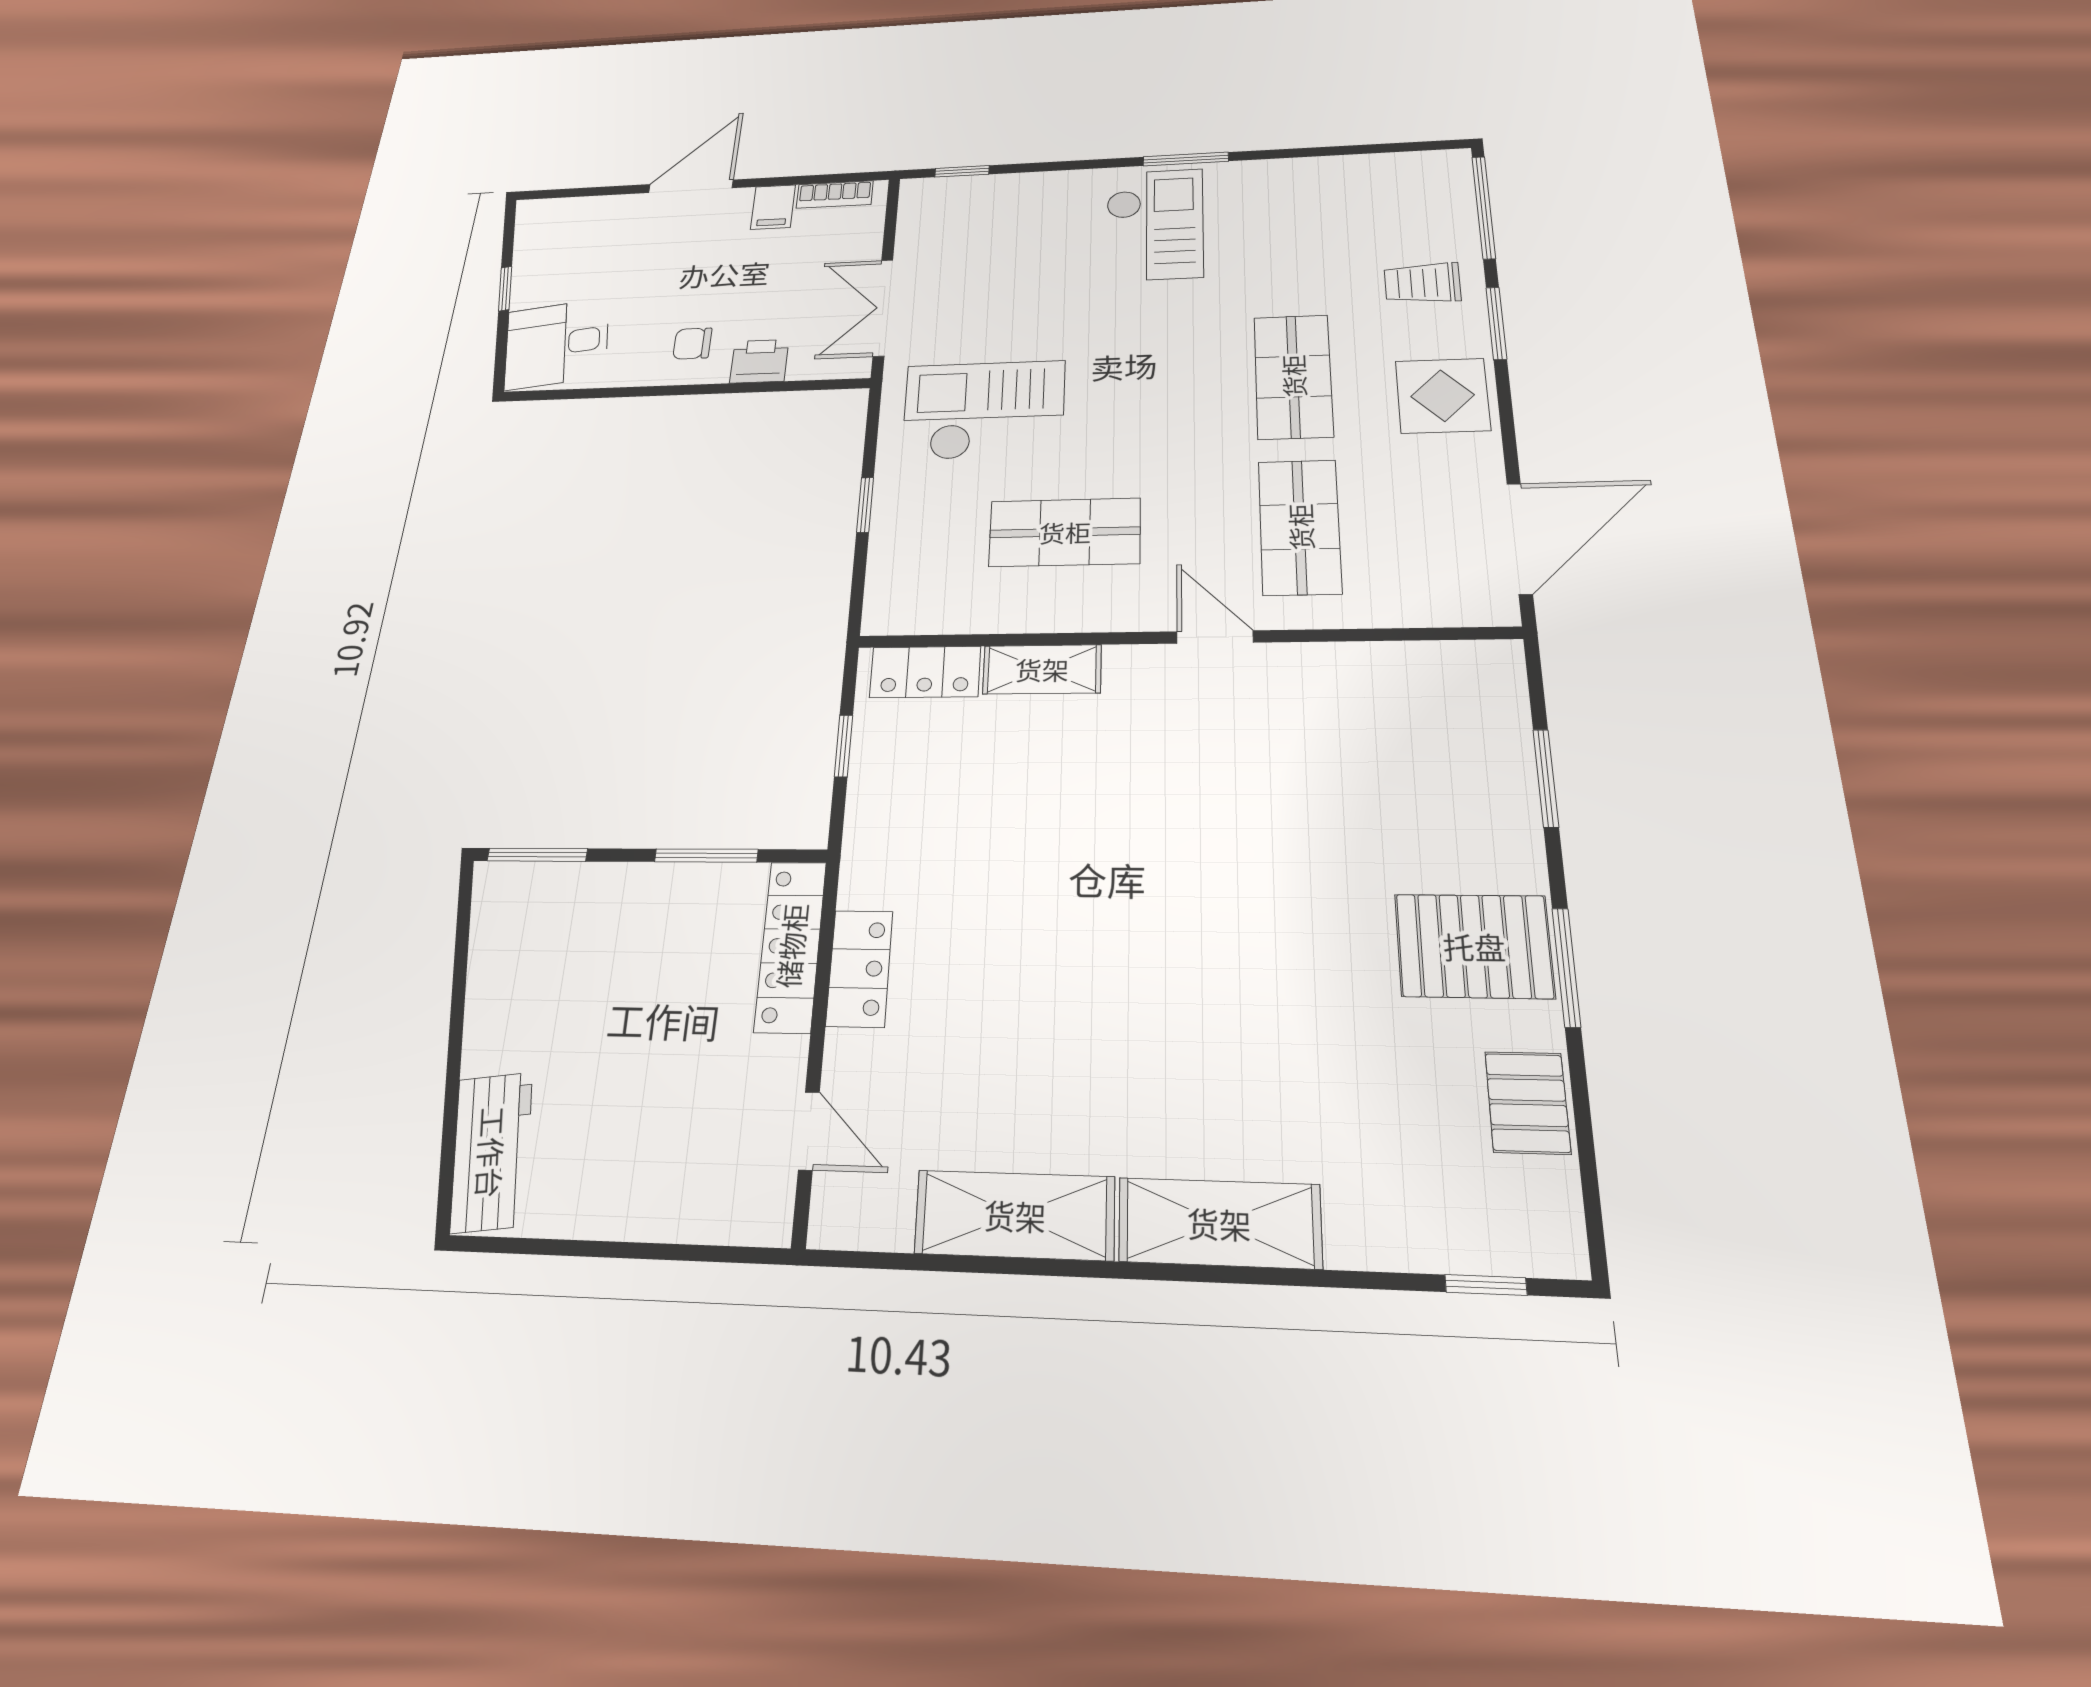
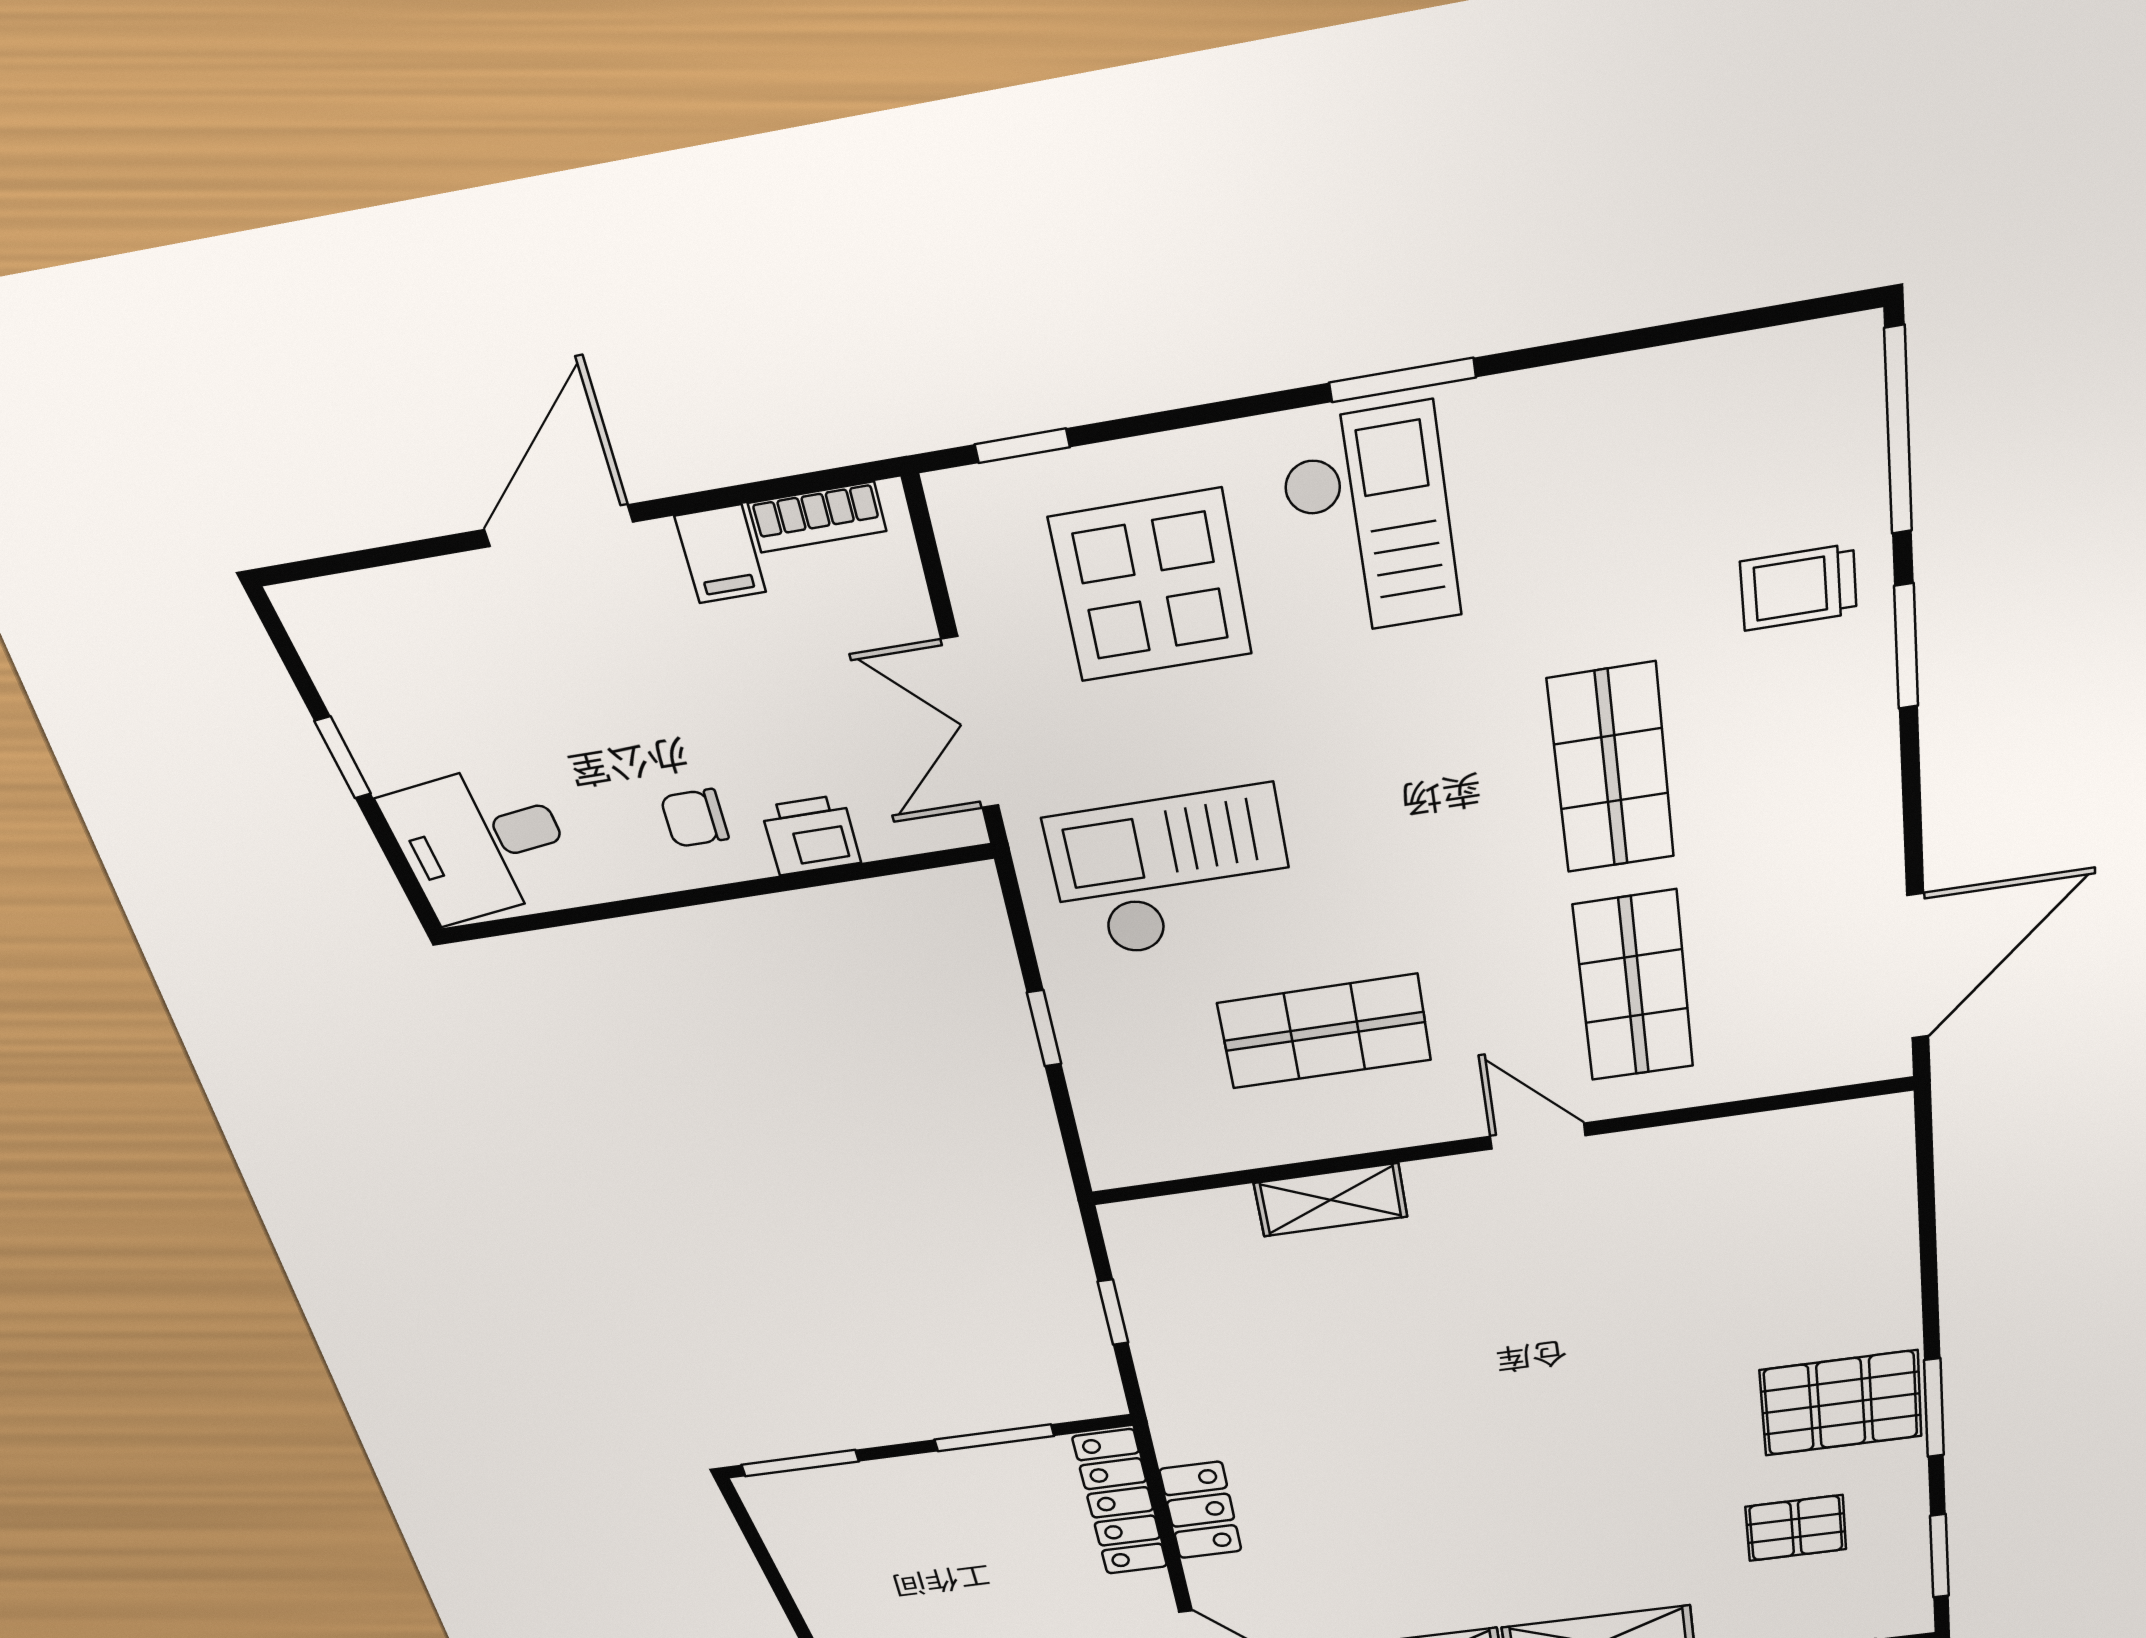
display table: (1443, 396) -> (1151, 586), moved, width x1.36, depth x1.36
locker: (925, 672) -> (1187, 1221), removed
window: (1546, 778) -> (1939, 1556), moved
pallet: (1528, 1103) -> (1796, 1528), moved, turned 90

